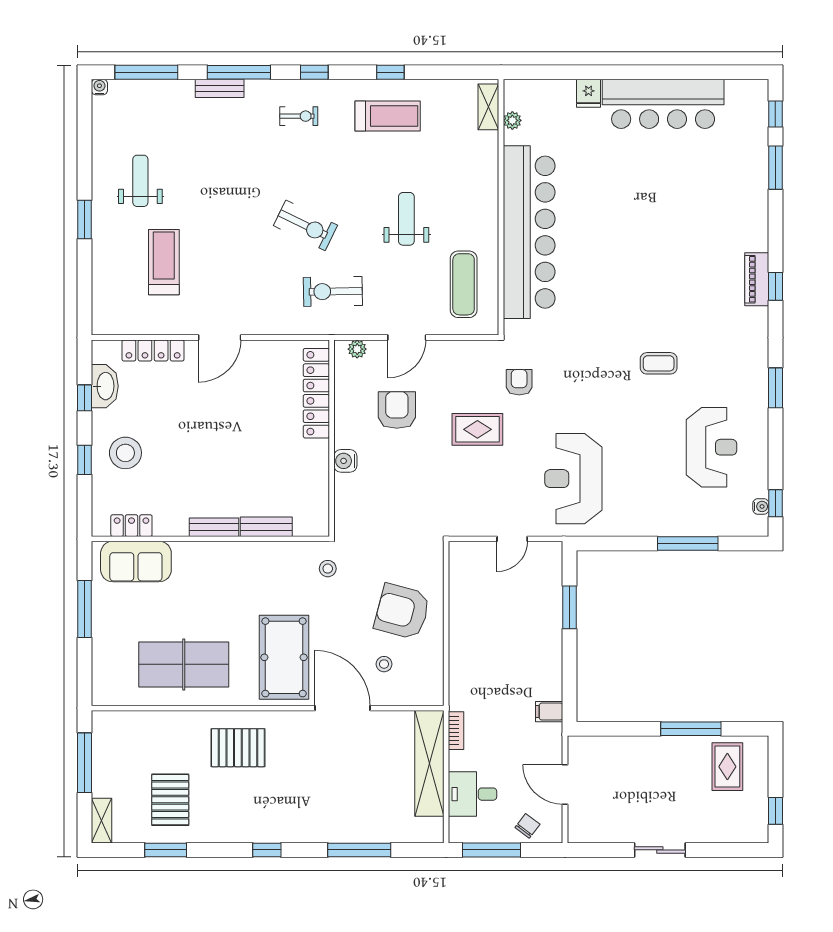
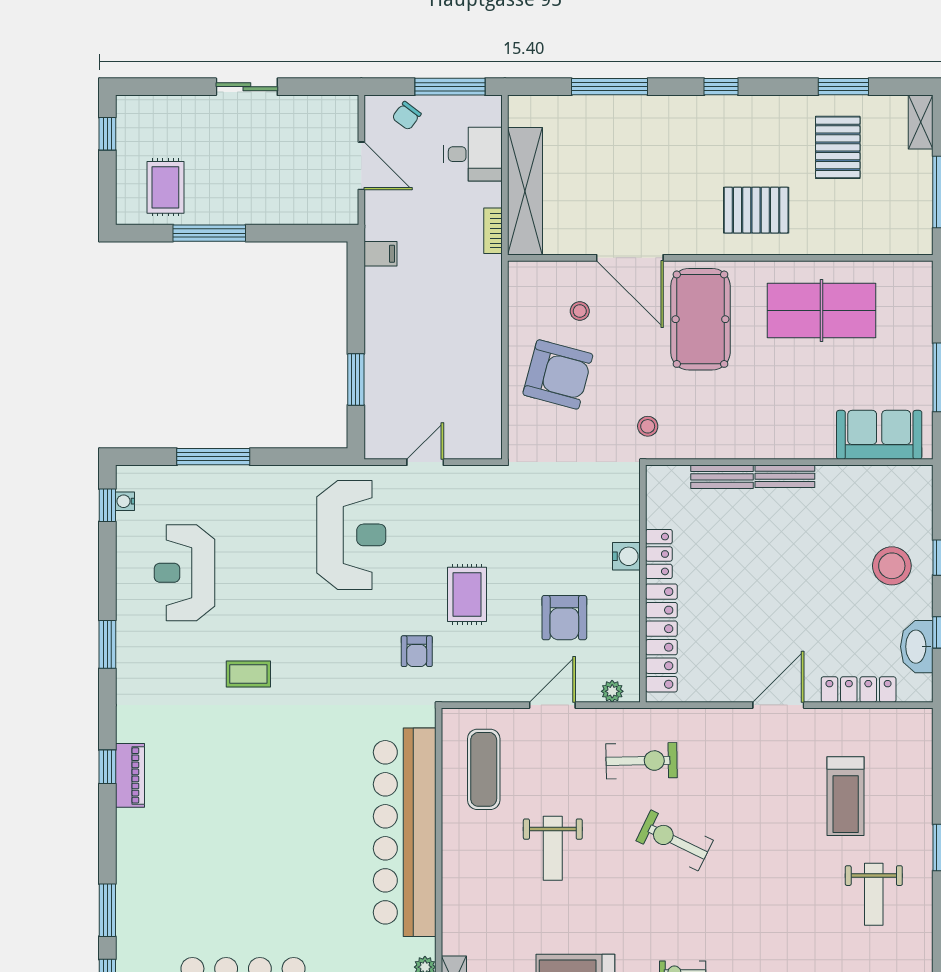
rug: (477, 429) -> (467, 594), turned 90
locker: (131, 526) -> (659, 554), moved, turned -90

